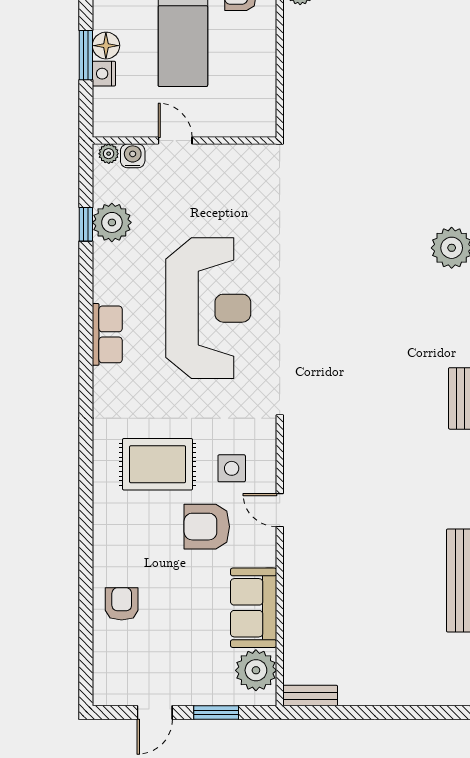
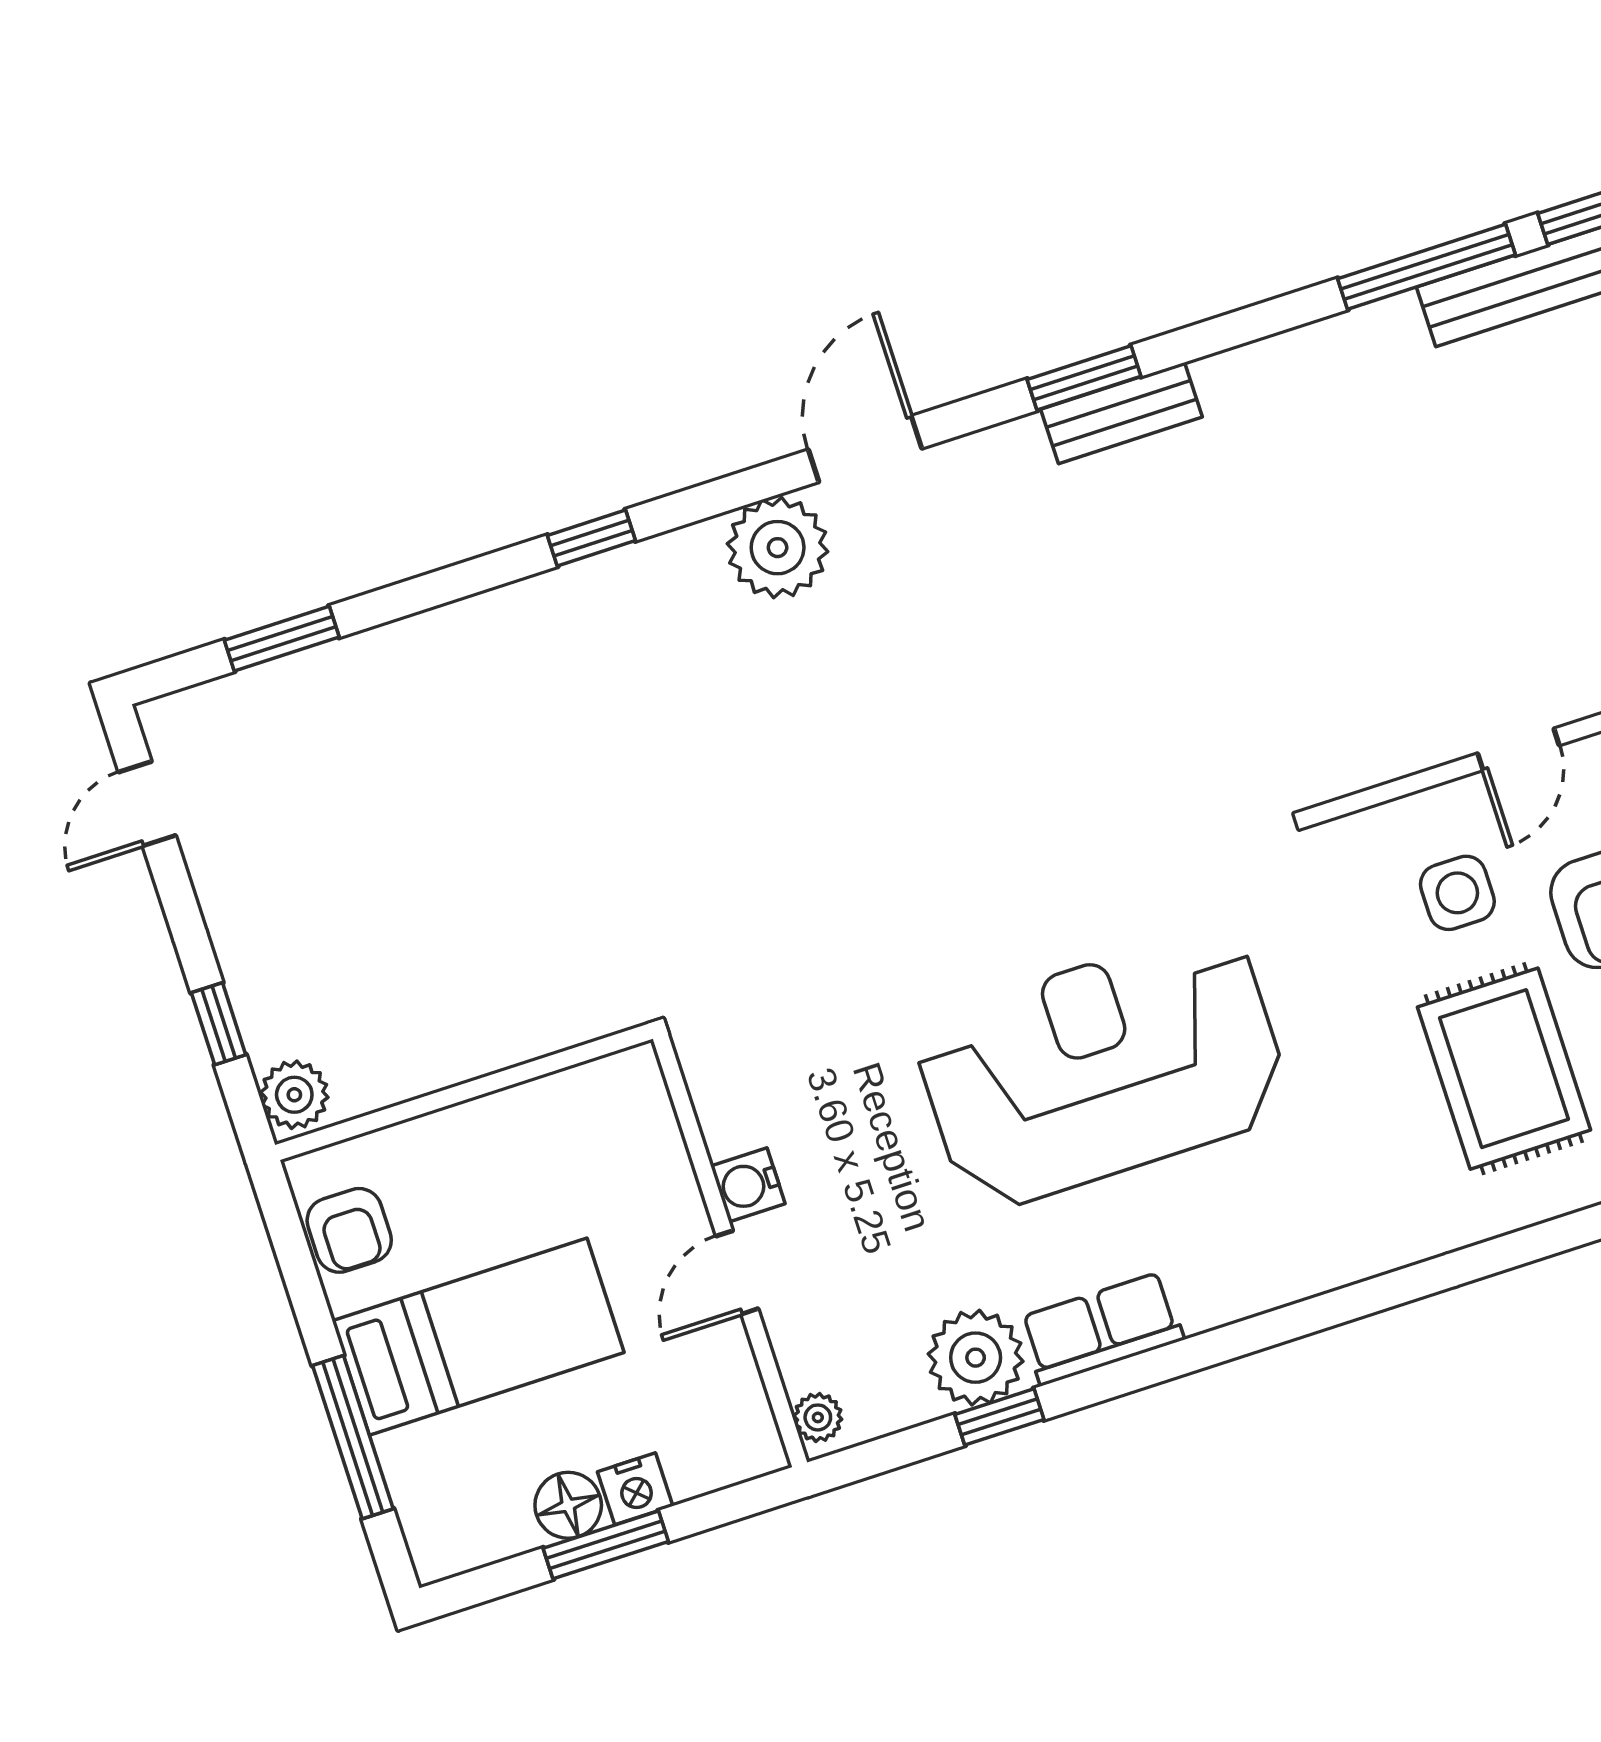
water cooler: (133, 156) -> (748, 1185), moved
row of seats: (107, 334) -> (1101, 1329), moved

